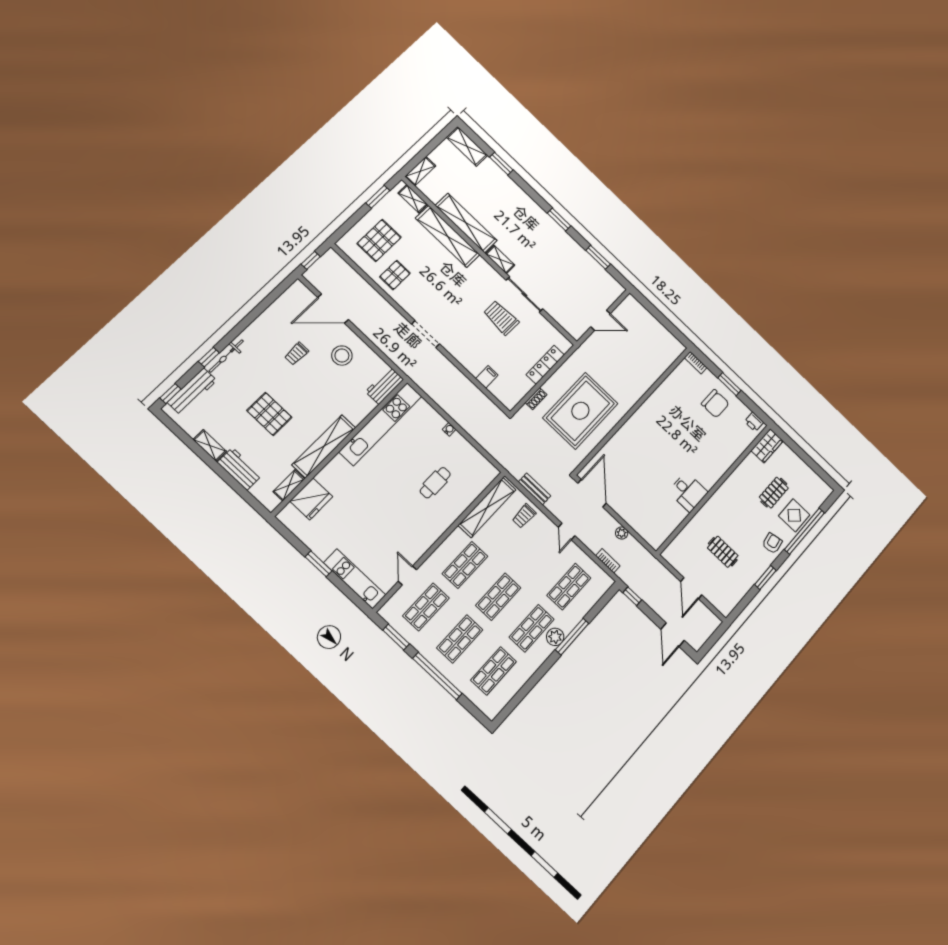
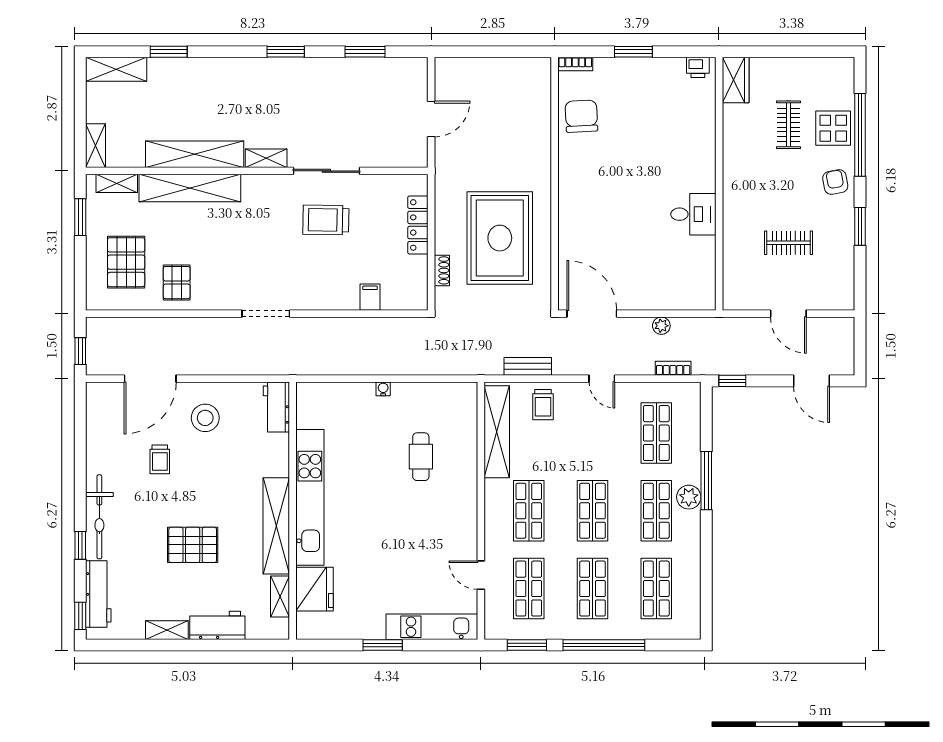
bicycle: (226, 356) -> (99, 517), width x1.37, depth x1.40
chair: (715, 404) -> (581, 116), moved, turned -93
kitchen unit: (381, 424) -> (310, 497), moved

